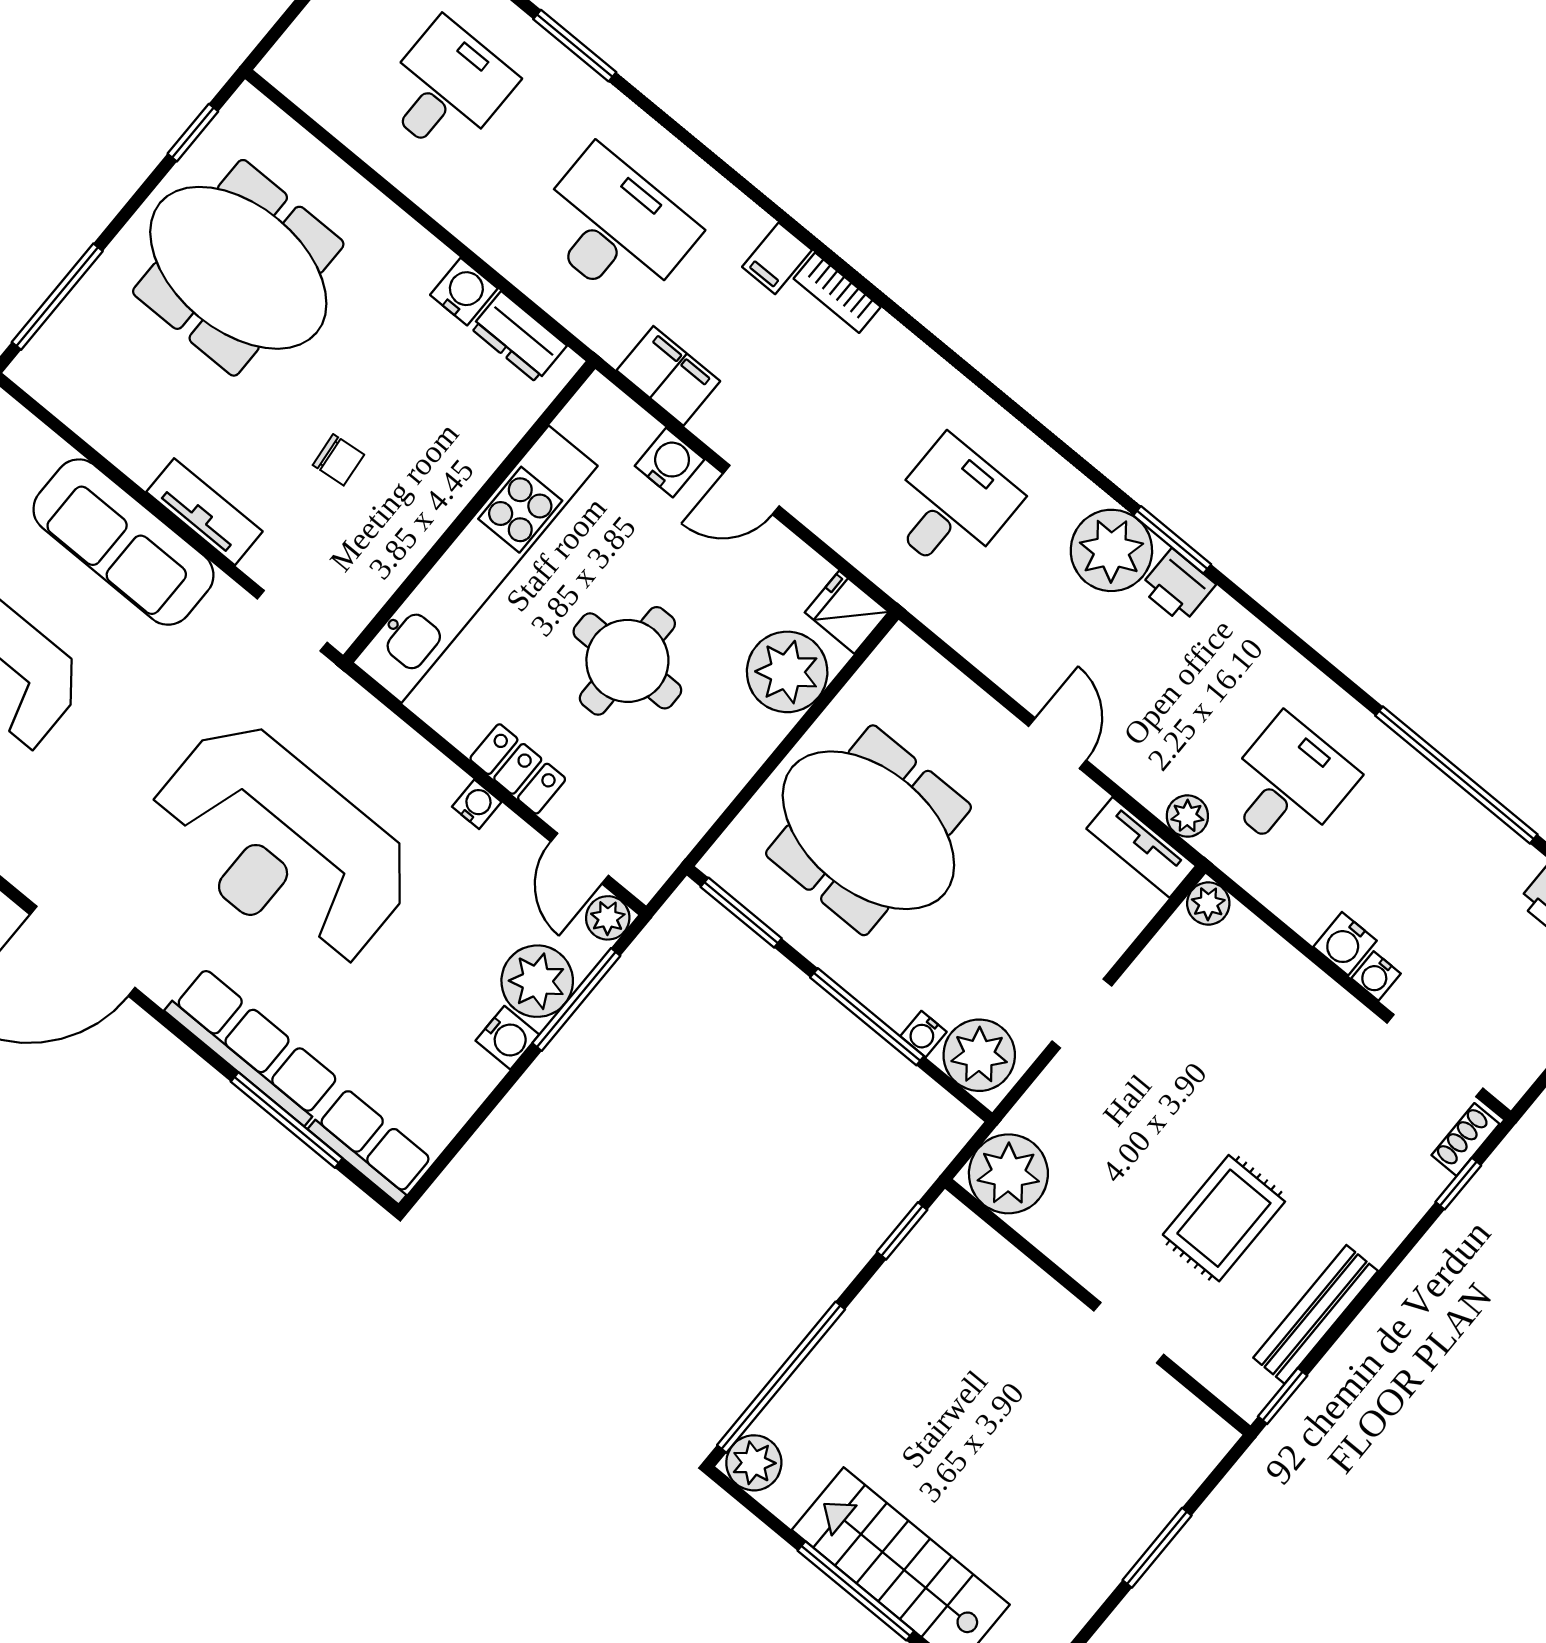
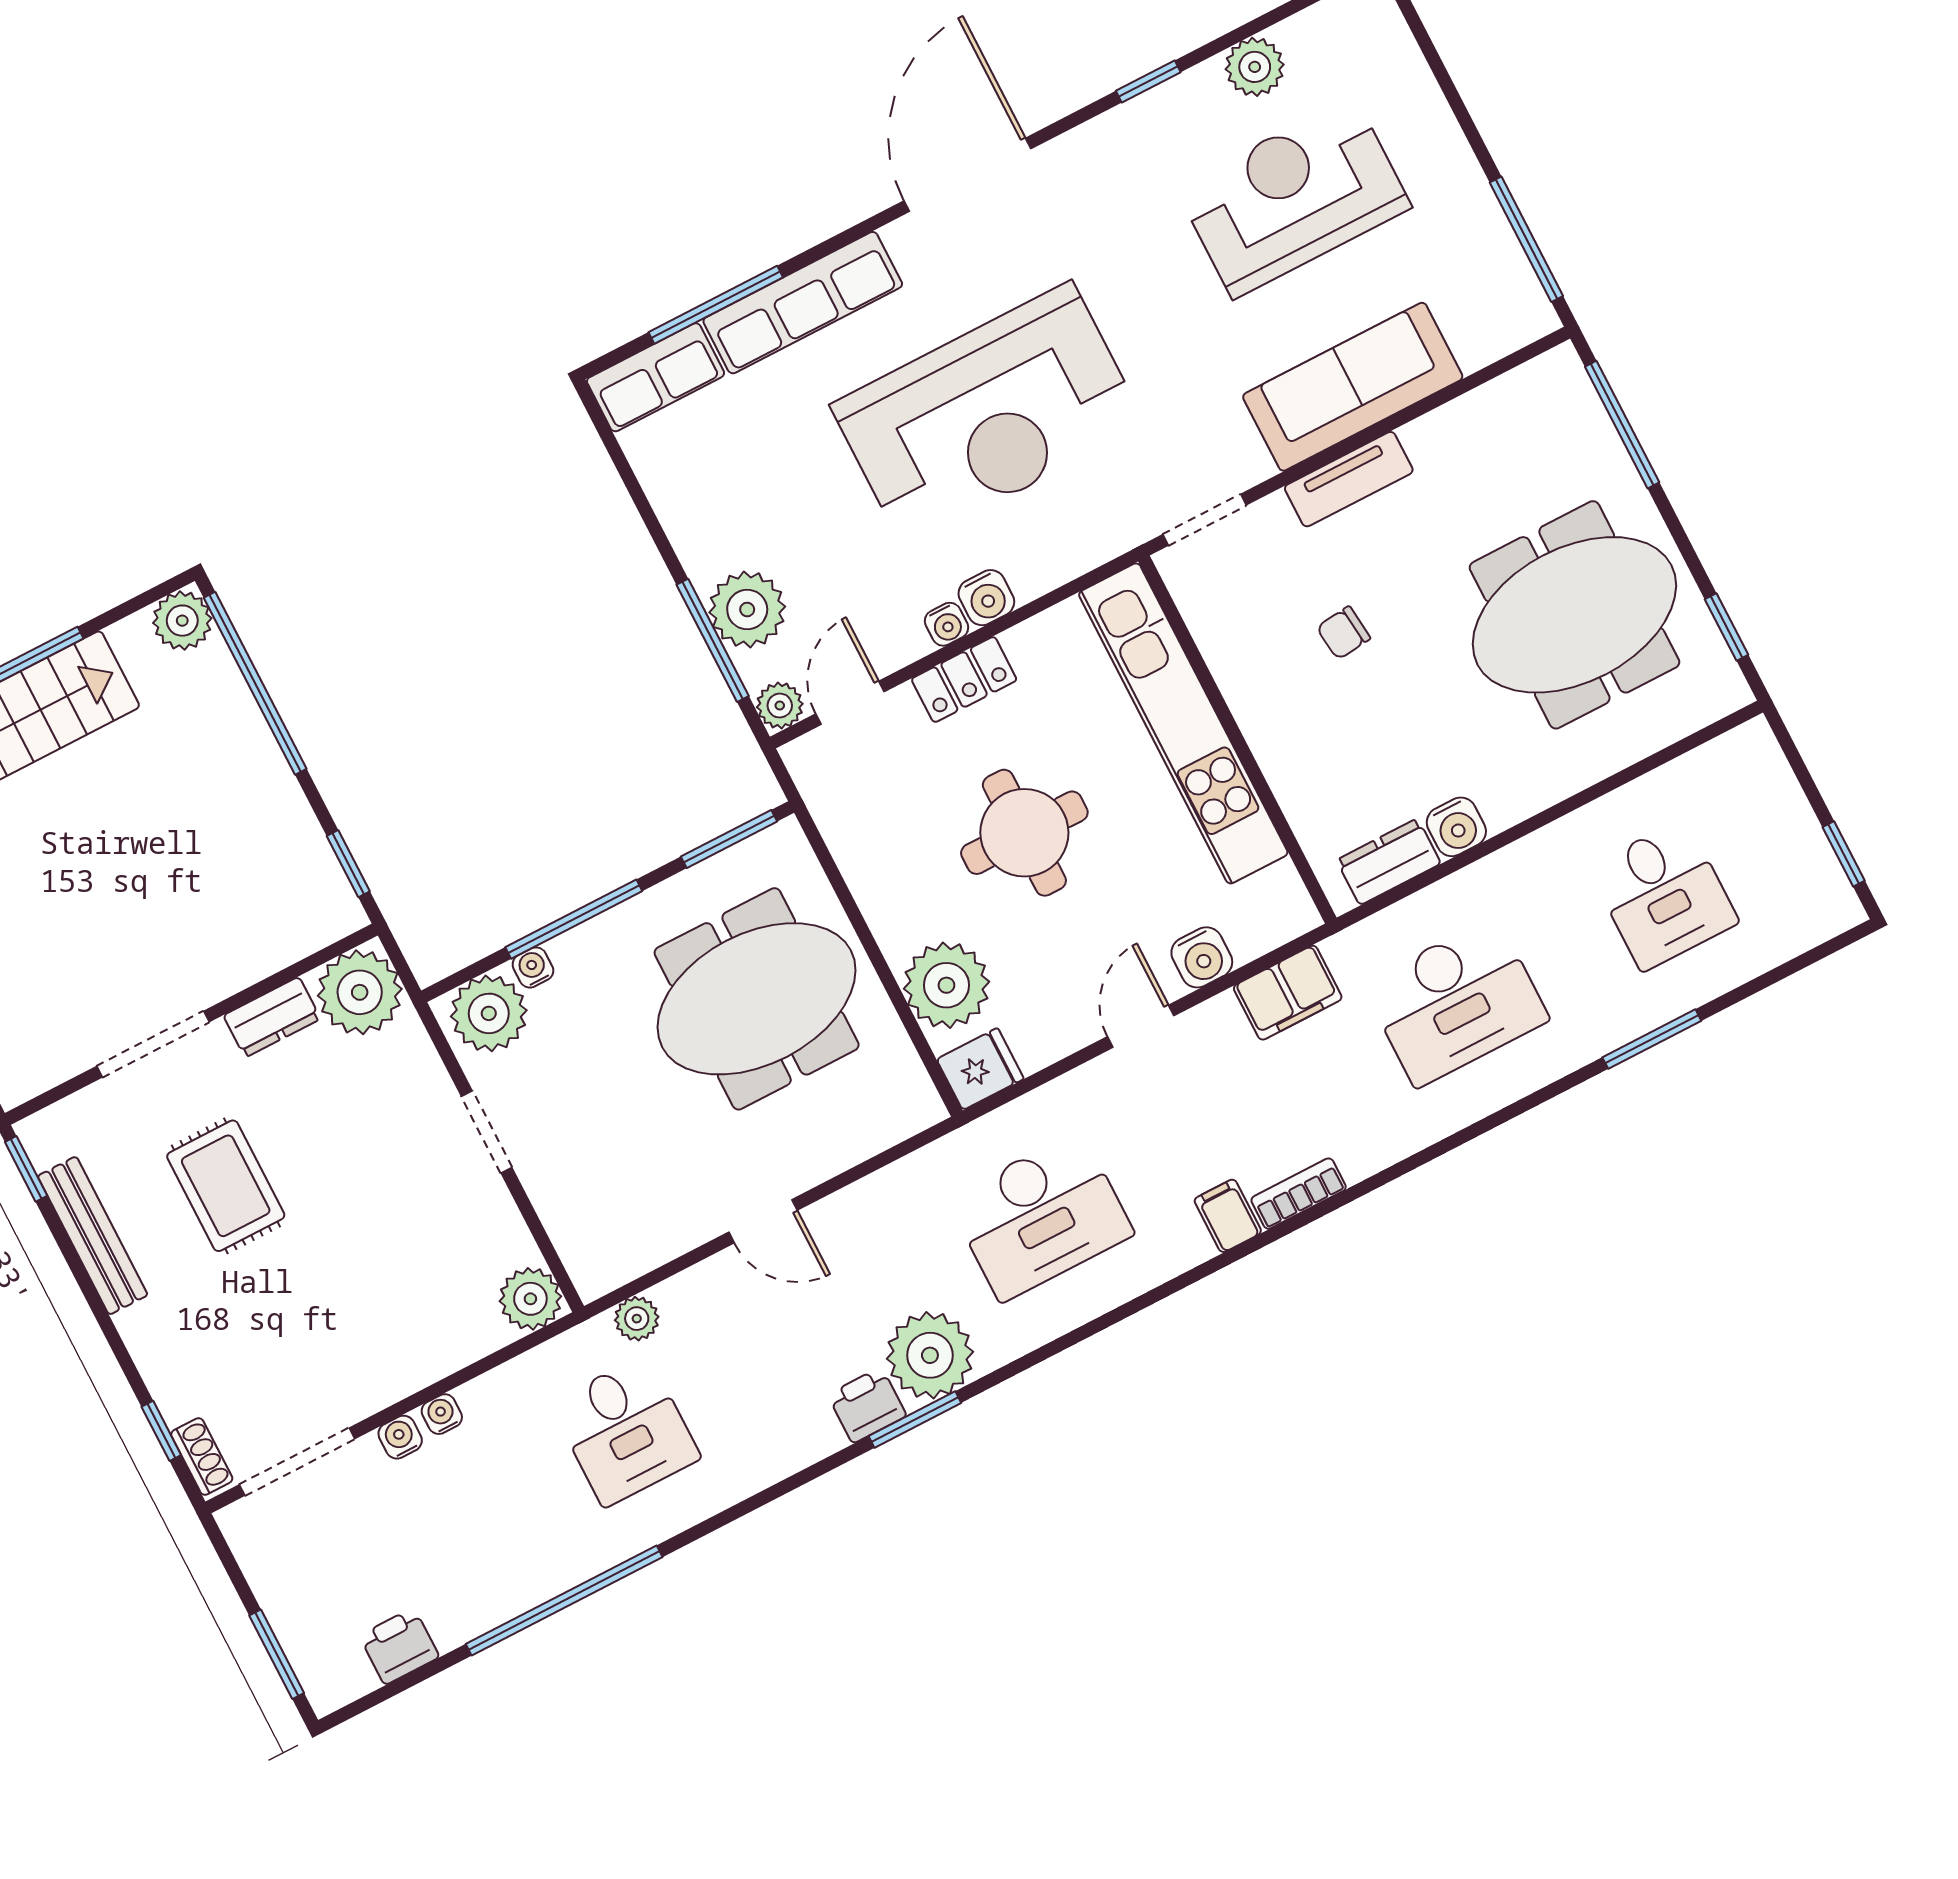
filing cabinet: (777, 258) -> (1228, 1216), moved
desk: (951, 506) -> (1041, 1216), width x1.37
reception desk: (281, 846) -> (988, 415), turned 180
tv unit: (1141, 847) -> (625, 1260), removed
door: (580, 859) -> (850, 703), hinge flipped
plant: (1208, 904) -> (530, 1299), width x1.38, depth x1.38
water cooler: (1345, 944) -> (442, 1414), width x0.72, depth x0.72
water cooler: (507, 1038) -> (986, 598), moved, turned -90
dresser: (1062, 1240) -> (272, 1017), added
doorway: (1129, 1333) -> (153, 1044), width x1.38

